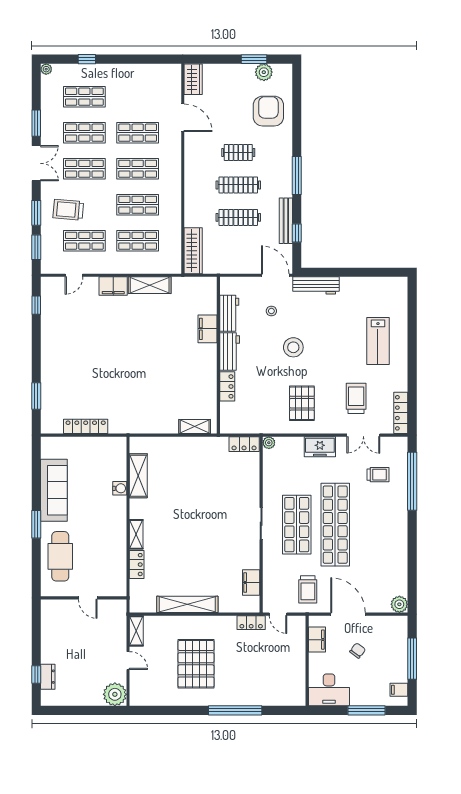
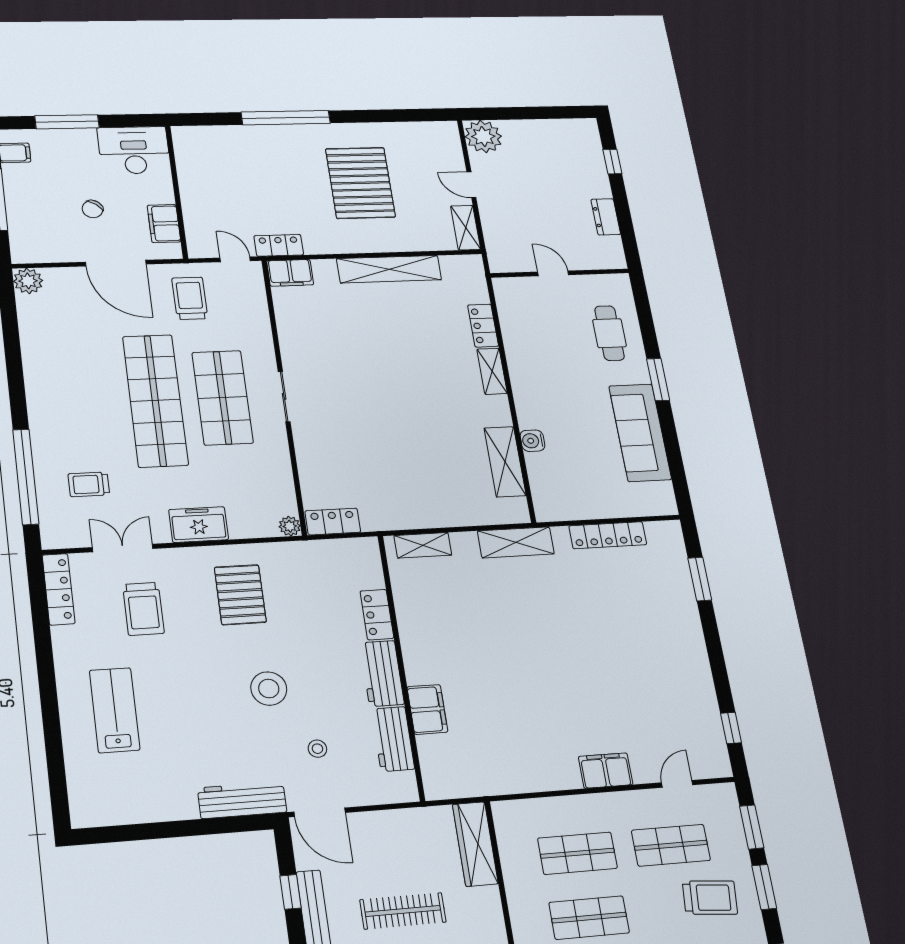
shelving: (150, 285) -> (516, 542), moved
cafe table: (60, 556) -> (609, 333), width x0.73, depth x0.74
filing cabinet: (251, 583) -> (290, 273), moved, turned 90
dresser: (48, 677) -> (606, 217), moved

